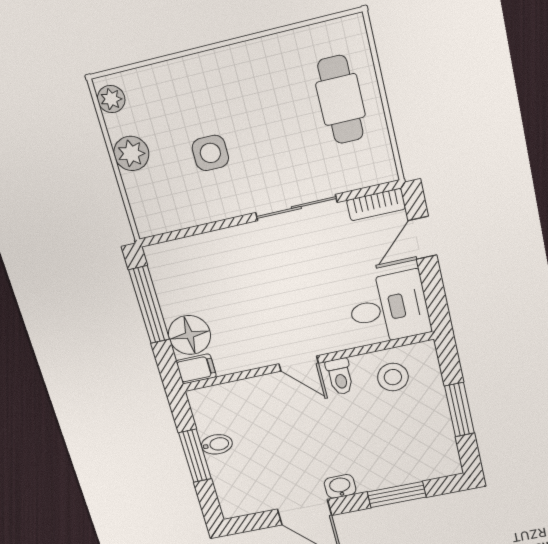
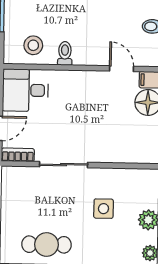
cafe table: (341, 100) -> (47, 244), moved, turned 90
door: (299, 364) -> (121, 69), moved

